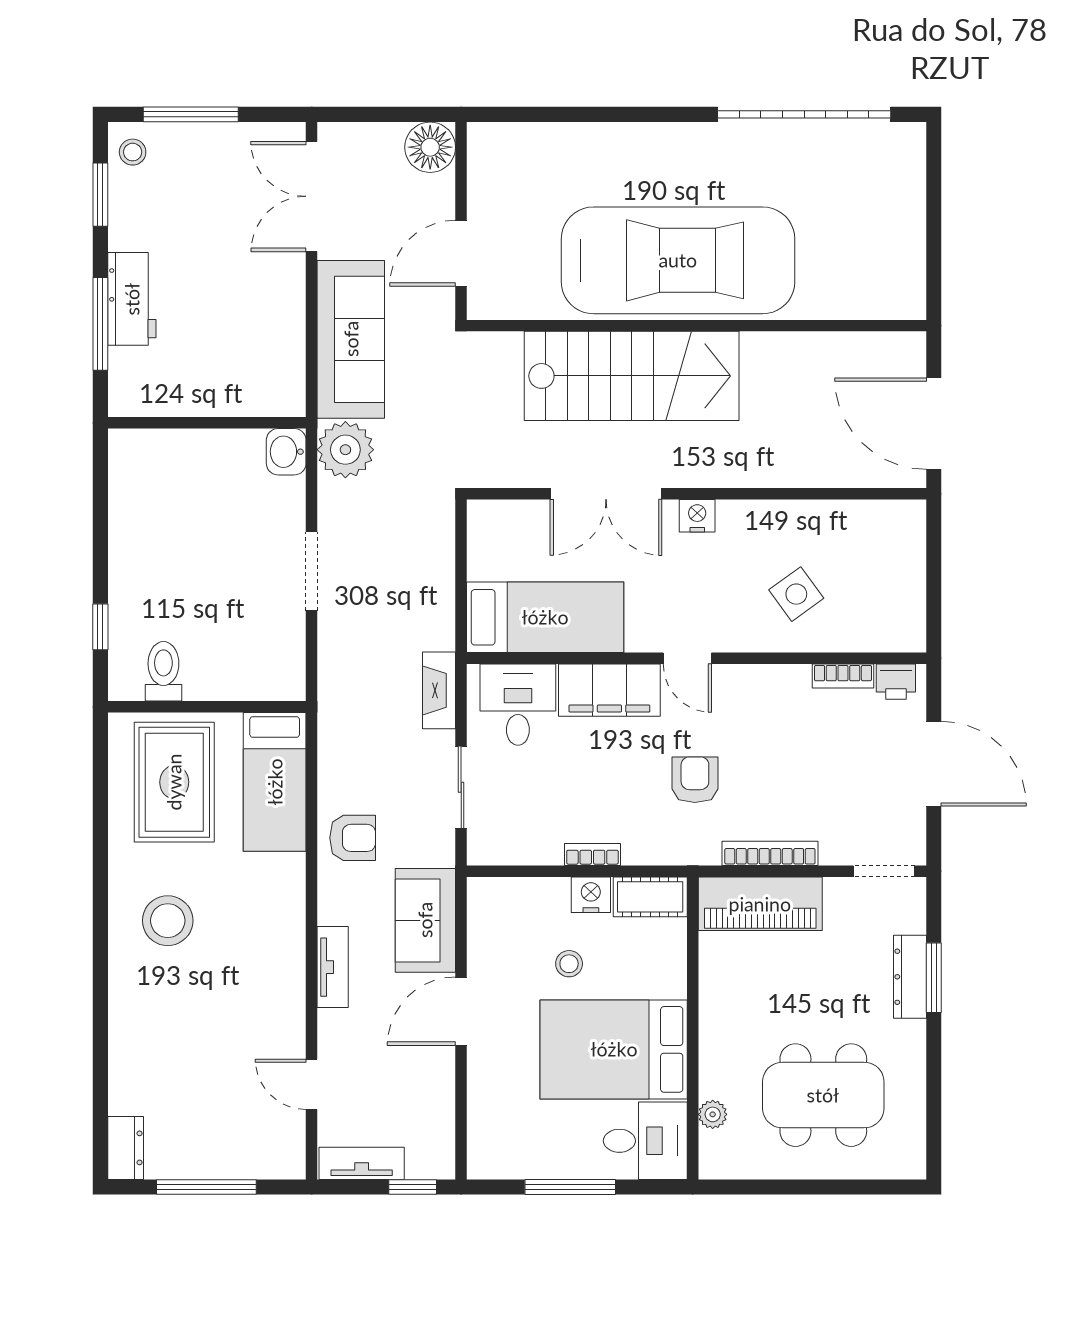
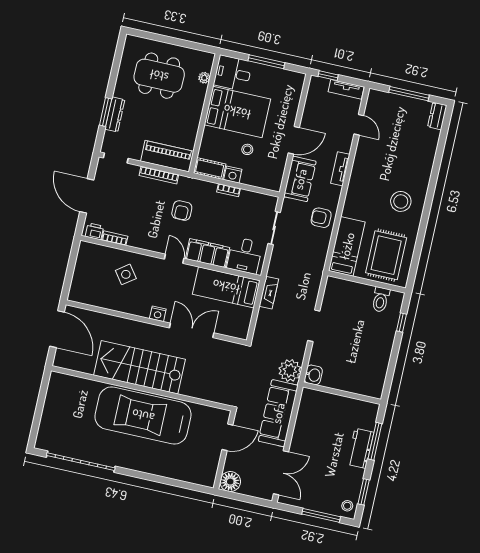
stairs: (632, 376) -> (139, 367), moved
fireplace: (439, 690) -> (269, 293), moved

